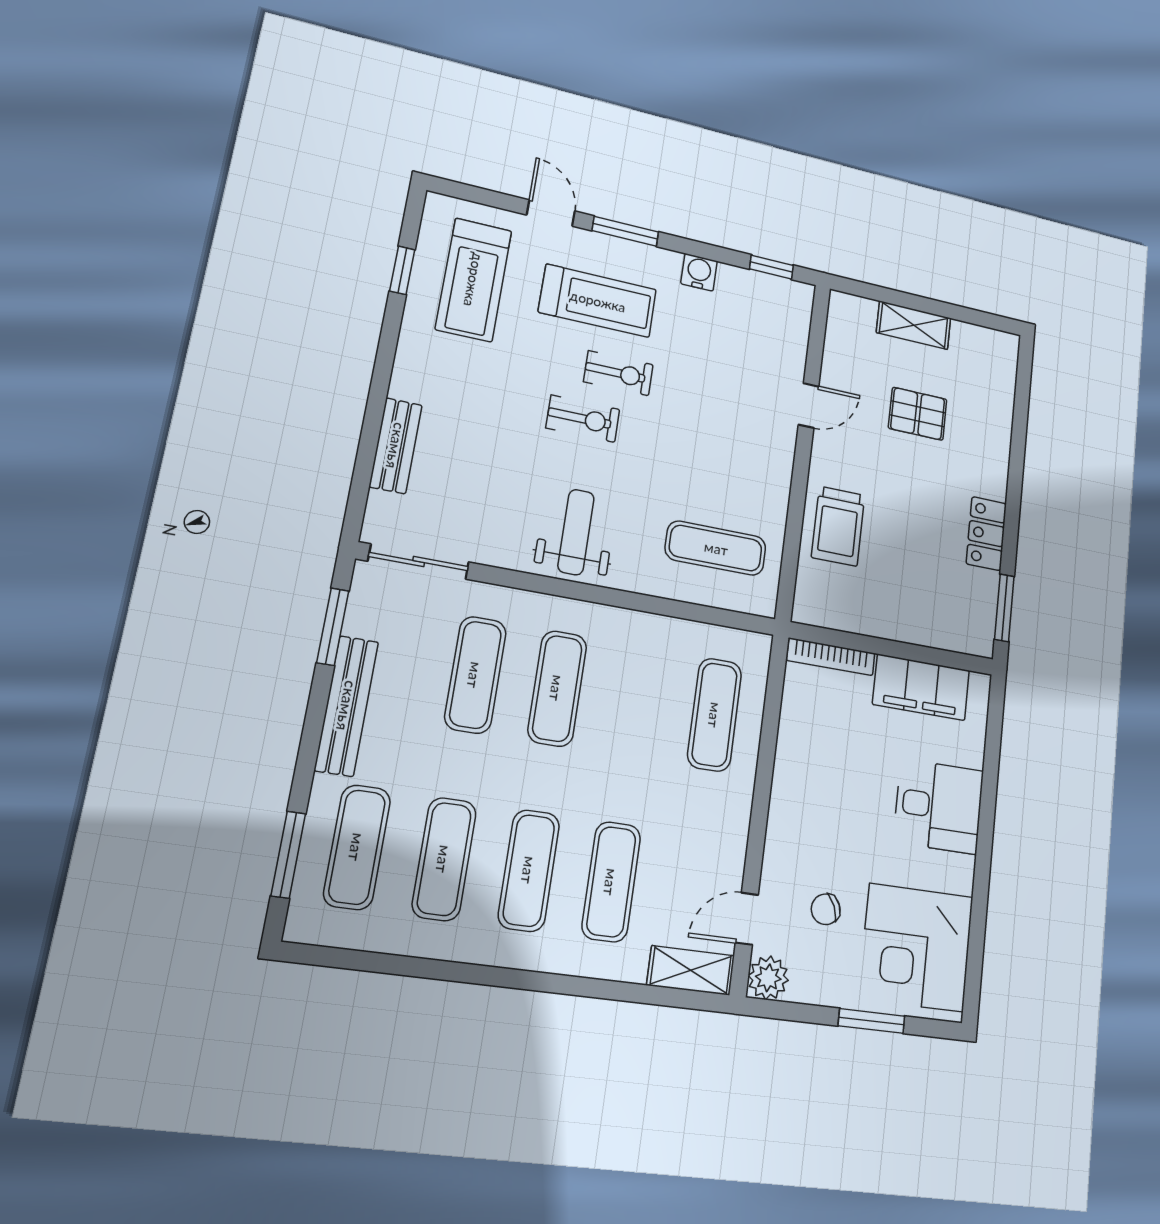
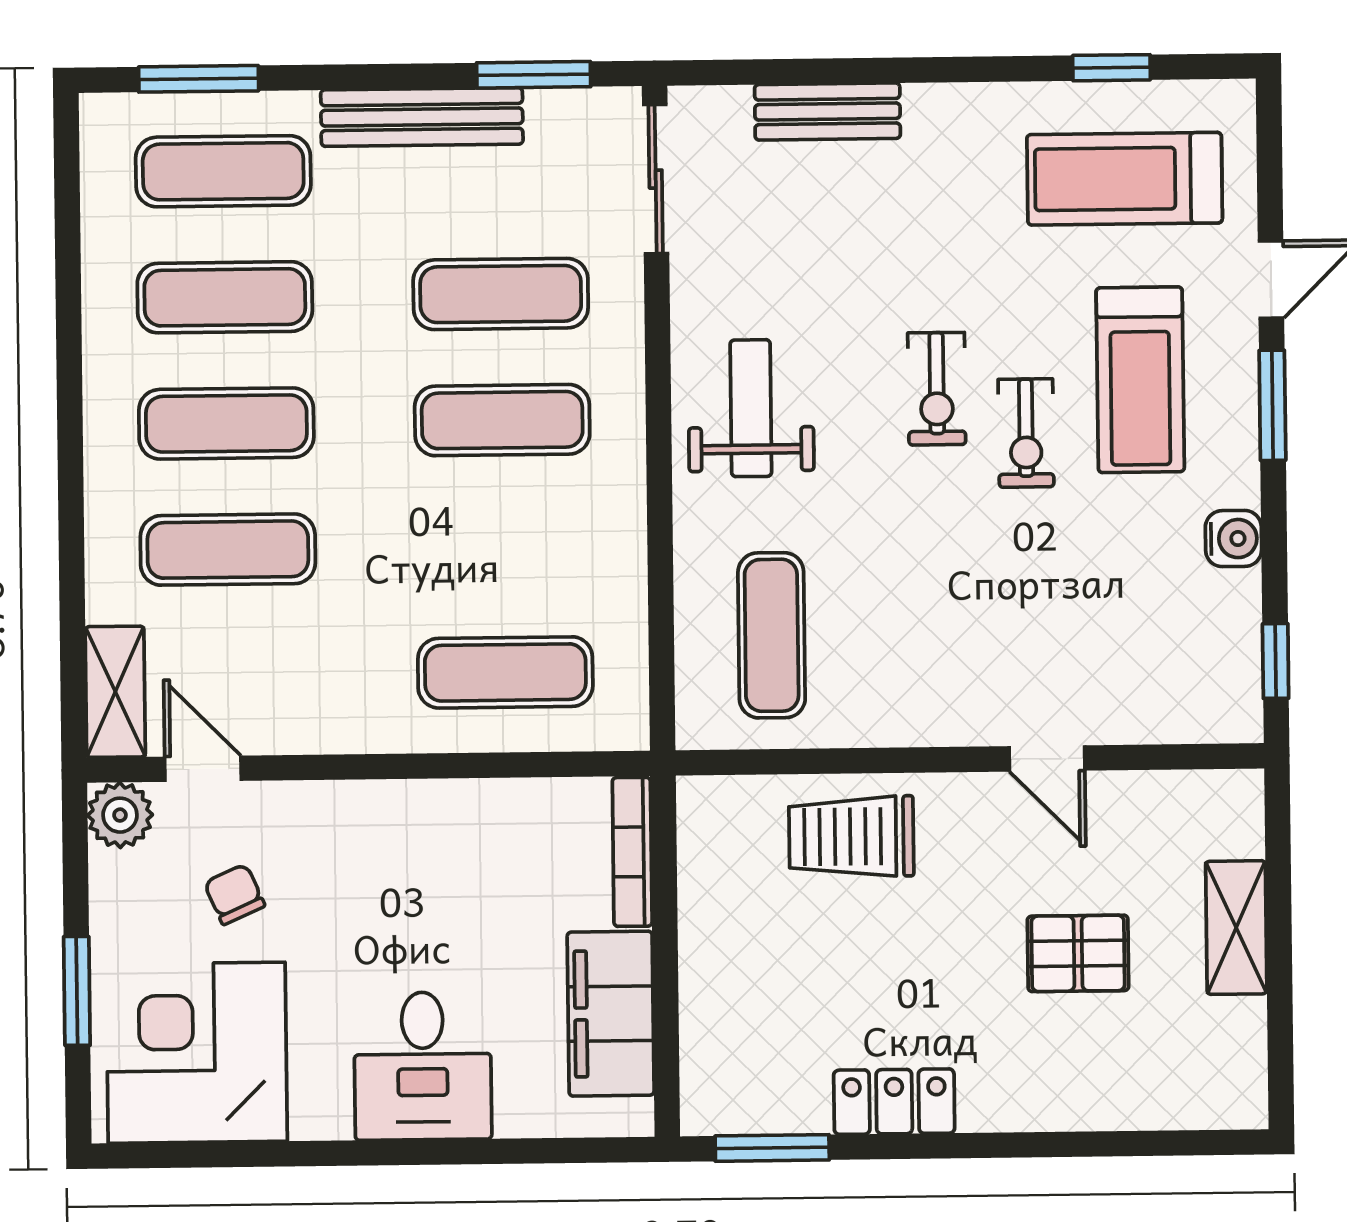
pallet: (918, 414) -> (1078, 953), turned 90
weight bench: (576, 532) -> (751, 408), turned -90

